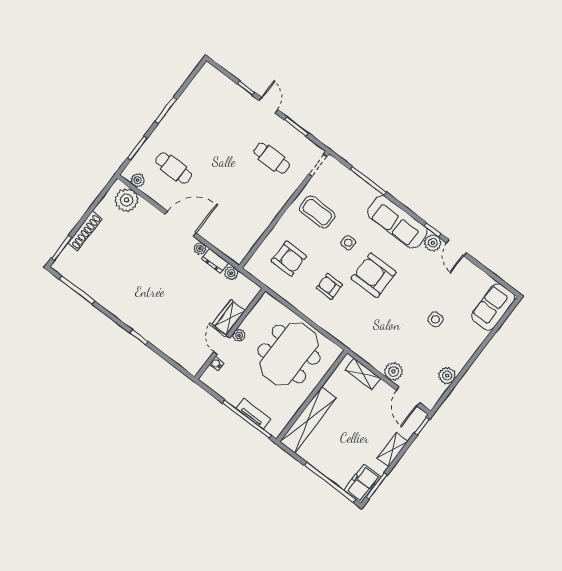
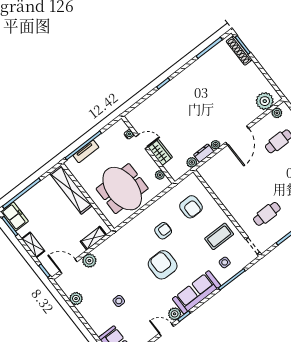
shoe rack: (85, 231) -> (239, 50), moved
side table: (348, 243) -> (225, 262), moved
armchair: (289, 259) -> (191, 207), turned -90
armchair: (374, 275) -> (163, 265), turned -90
plant: (239, 335) -> (160, 175), moved

